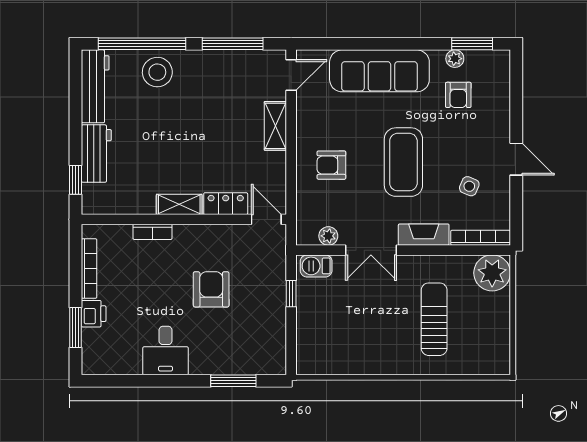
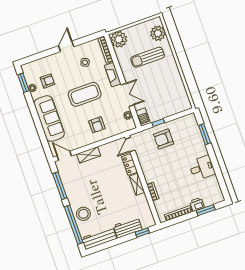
armchair: (211, 289) -> (164, 139), moved
plant: (476, 358) -> (158, 33), added

